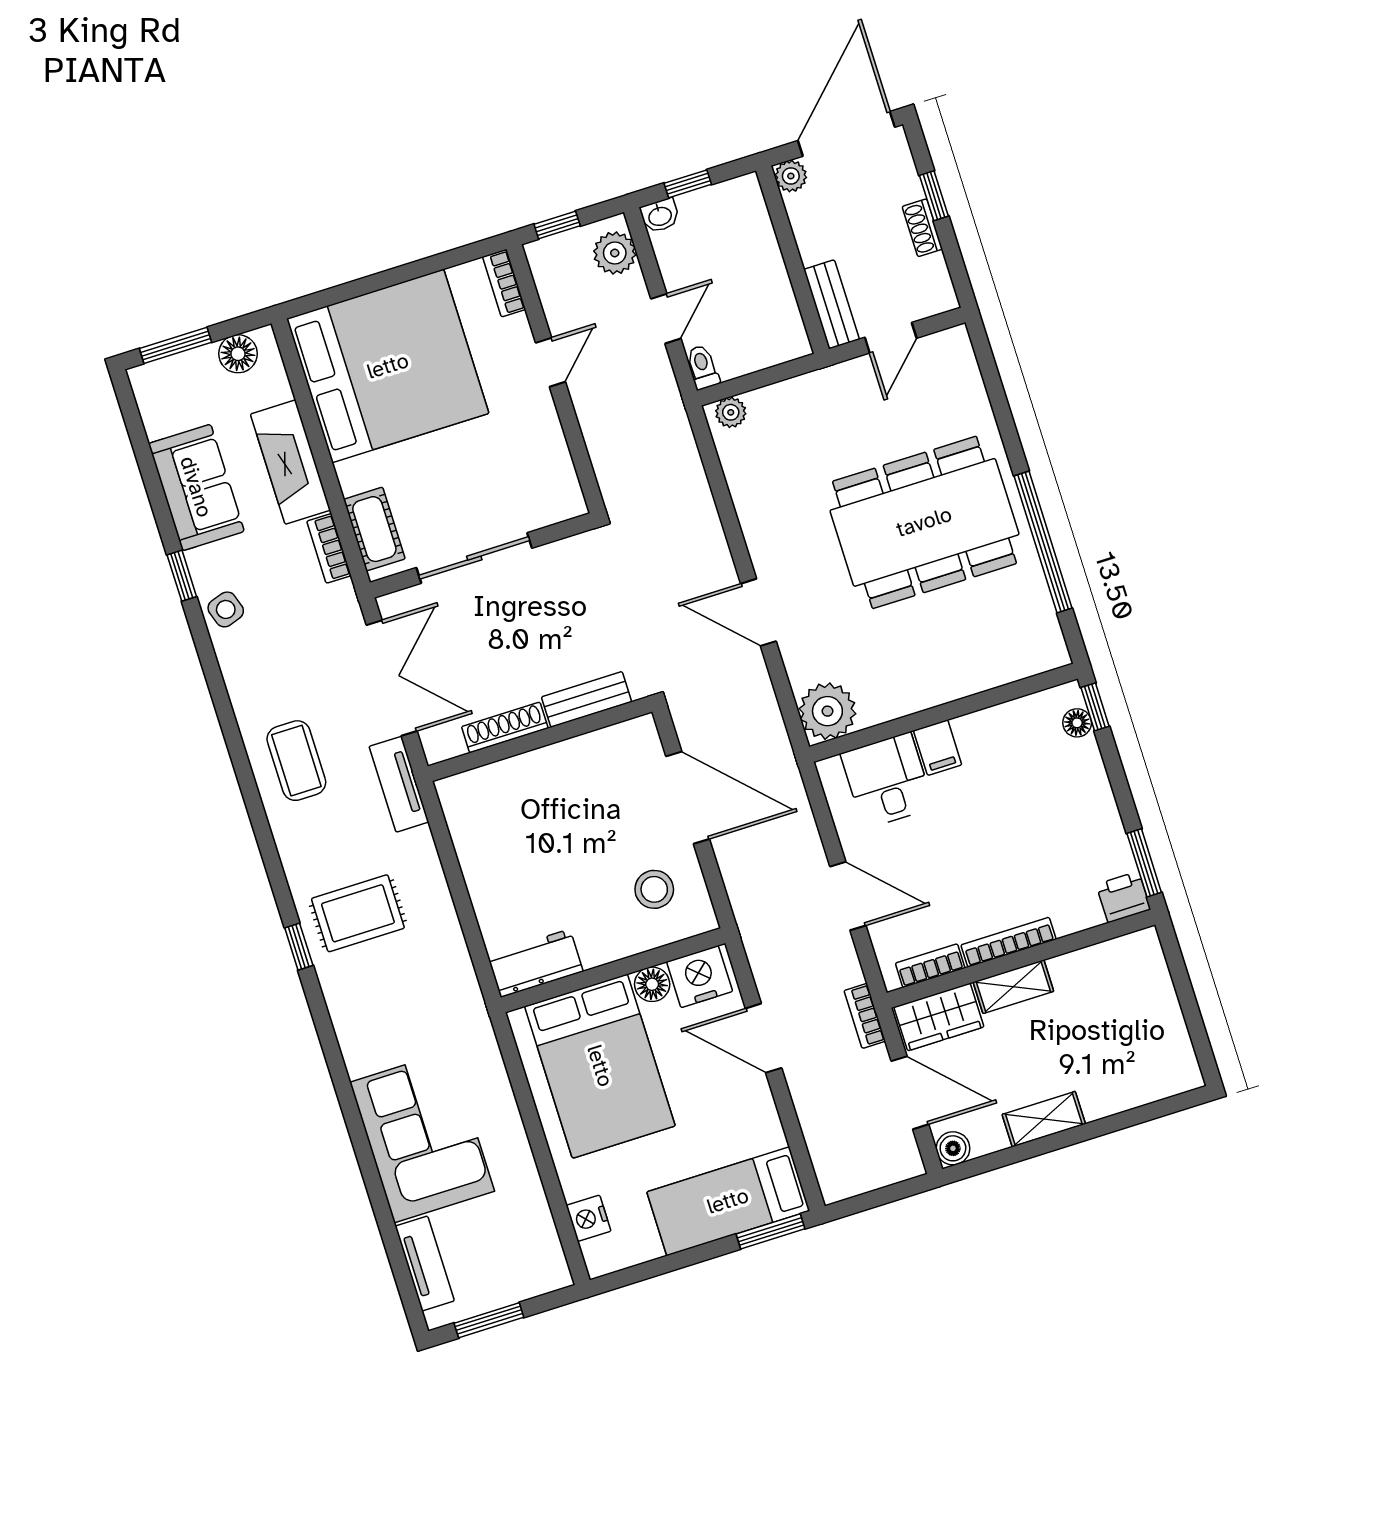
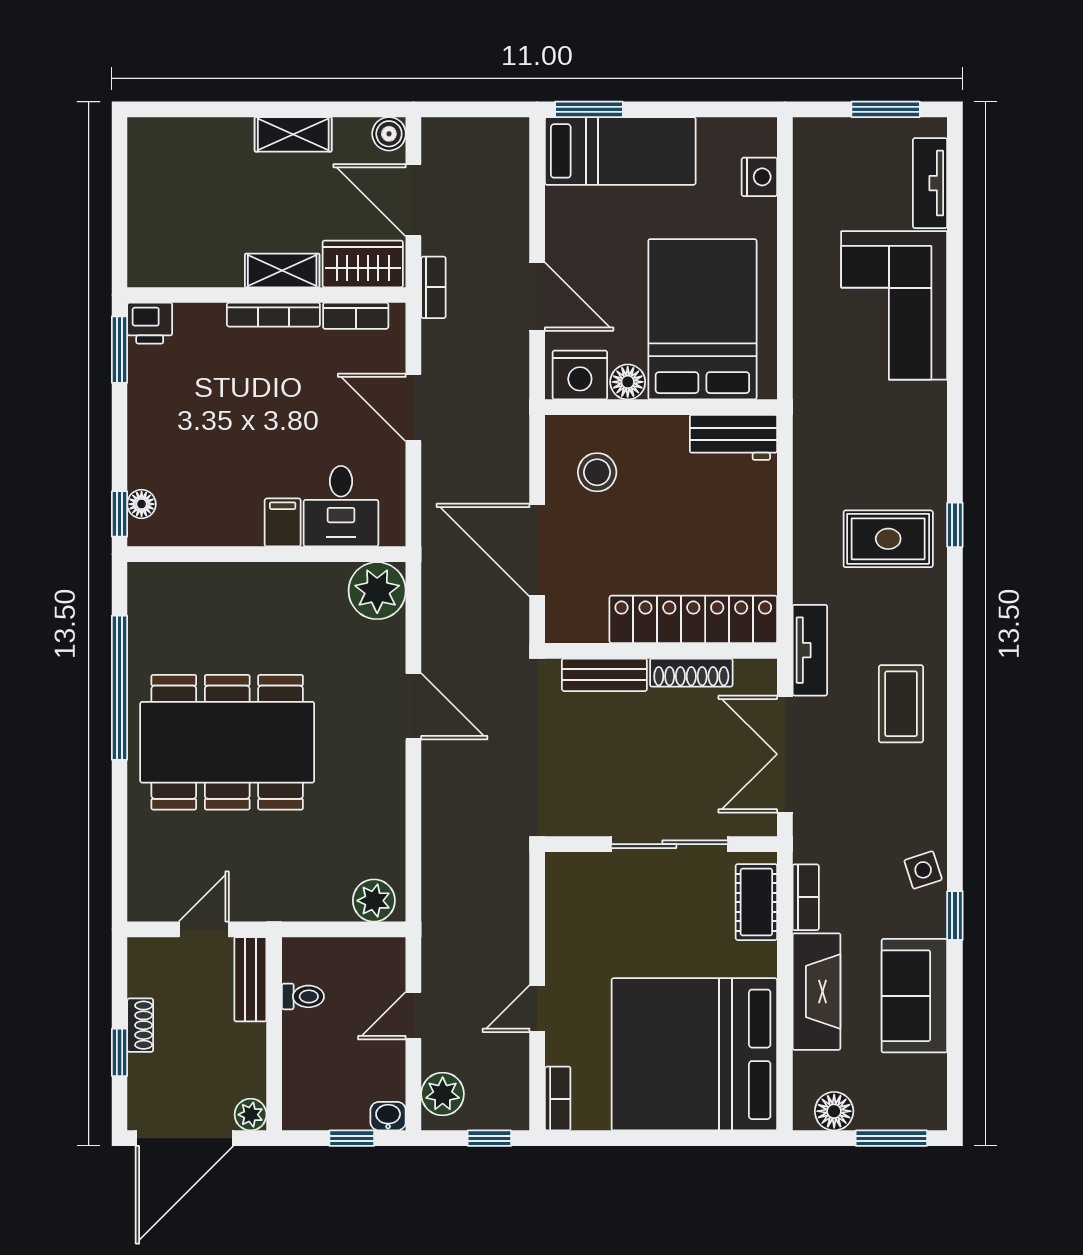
toilet: (703, 367) -> (303, 996), moved, turned -90
plant: (731, 412) -> (374, 901), width x1.38, depth x1.38
locker: (519, 778) -> (693, 619), added

